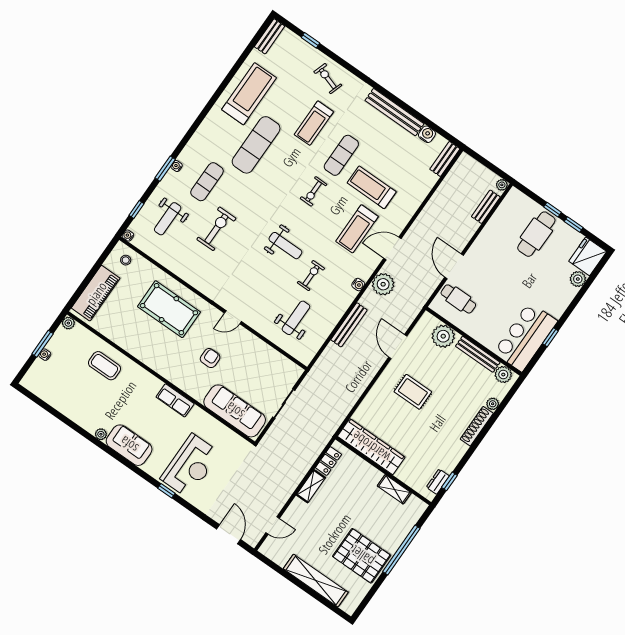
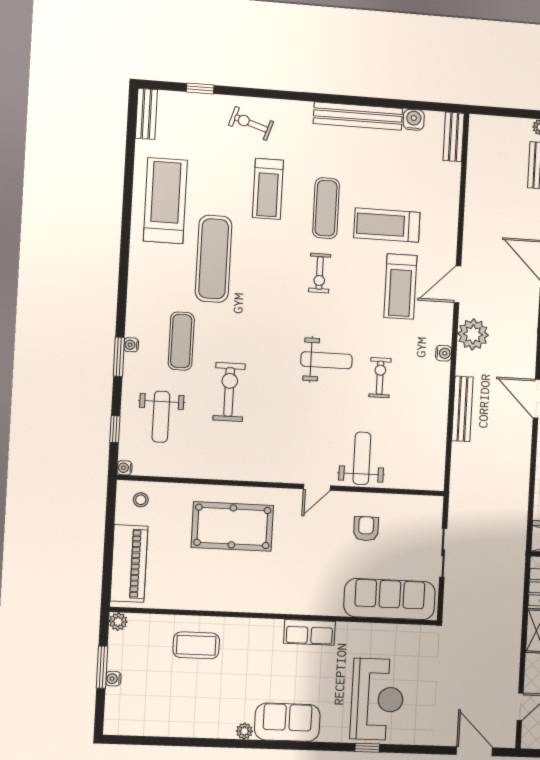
weight bench: (296, 318) -> (362, 458), moved
armchair: (210, 358) -> (366, 529), moved

